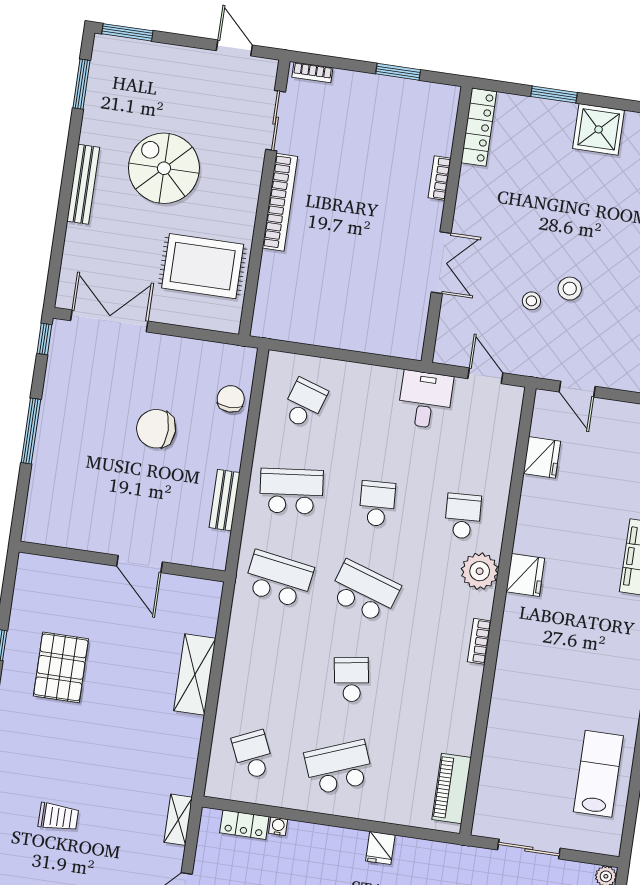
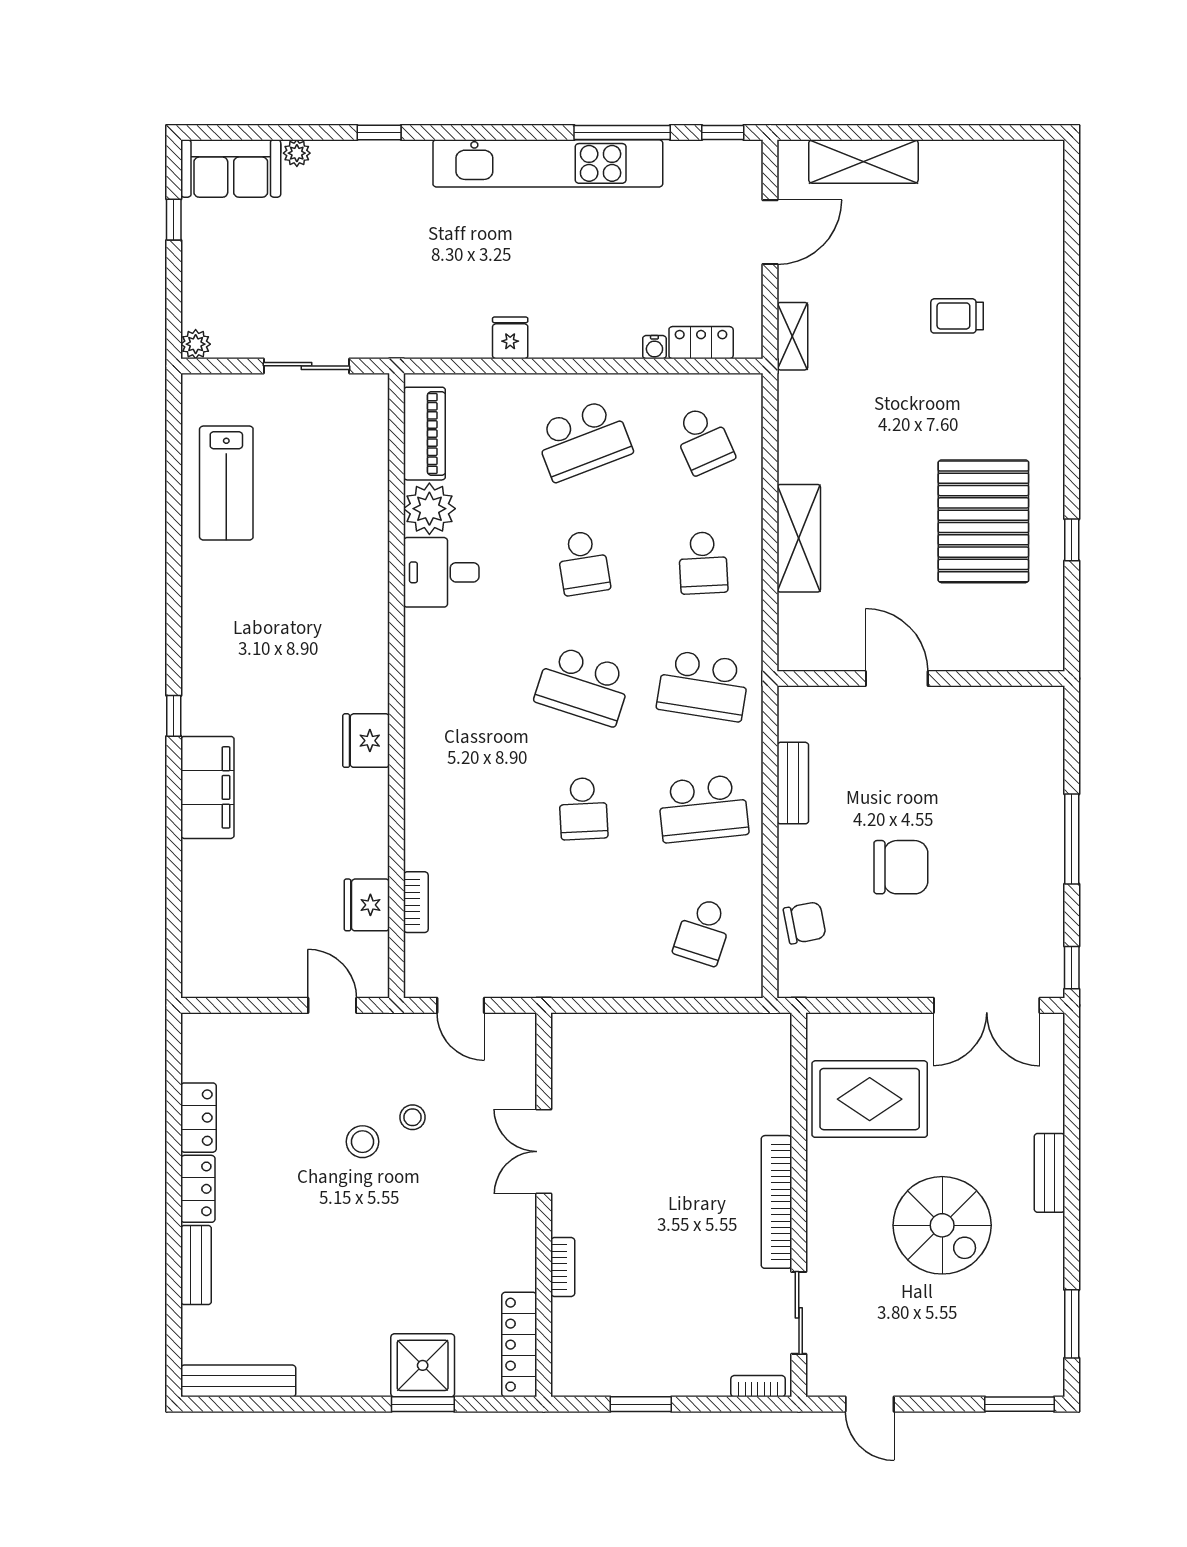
shower: (599, 129) -> (423, 1365), moved
bench: (83, 184) -> (1049, 1173), width x0.73
chair: (231, 399) -> (805, 923), turned -101
desk: (425, 400) -> (441, 572), moved, turned 90
school desk: (463, 516) -> (703, 563), moved
plant: (480, 571) -> (429, 509), moved
bookcase: (479, 641) -> (416, 902), moved
pallet: (61, 667) -> (983, 521), width x1.37, depth x1.41

